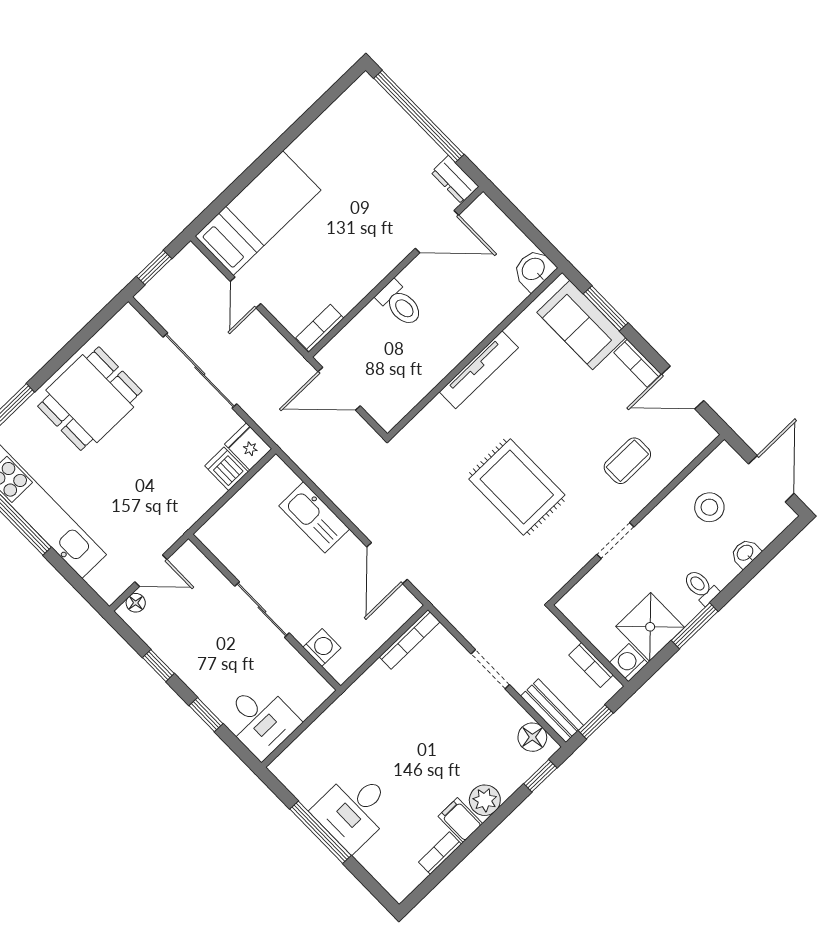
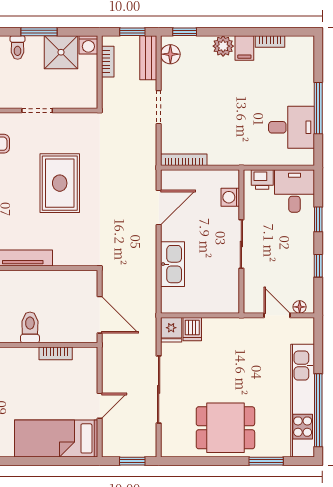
bookcase: (320, 328) -> (56, 353), moved
printer: (306, 699) -> (262, 179), added
desk: (354, 810) -> (291, 127), moved

